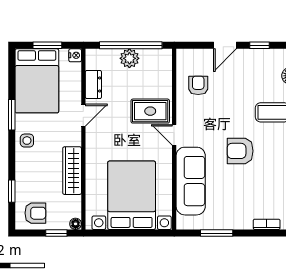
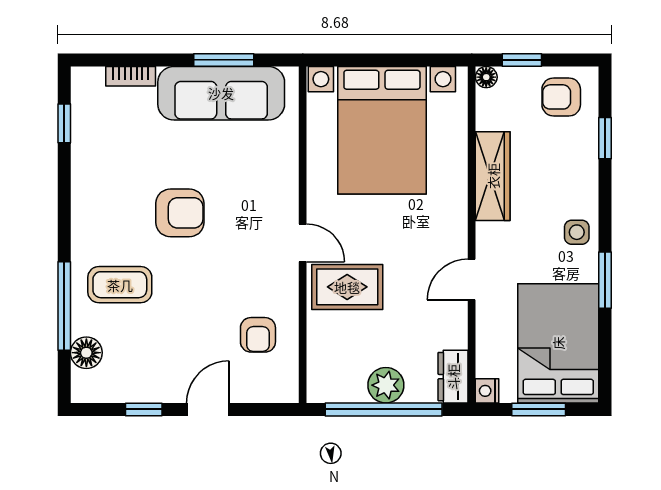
dresser: (93, 85) -> (453, 377), moved
sofa: (191, 181) -> (221, 93), moved, turned -90

